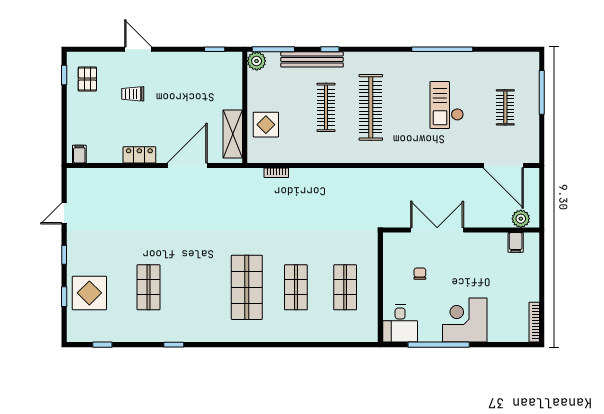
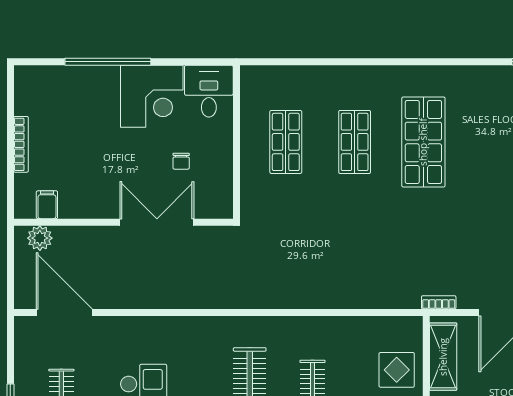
bookcase: (276, 173) -> (439, 302), moved
double door: (437, 230) -> (157, 222), swing flipped
corner desk: (465, 320) -> (152, 96), moved
bookcase: (534, 322) -> (21, 144), moved
window: (439, 345) -> (108, 62), moved

